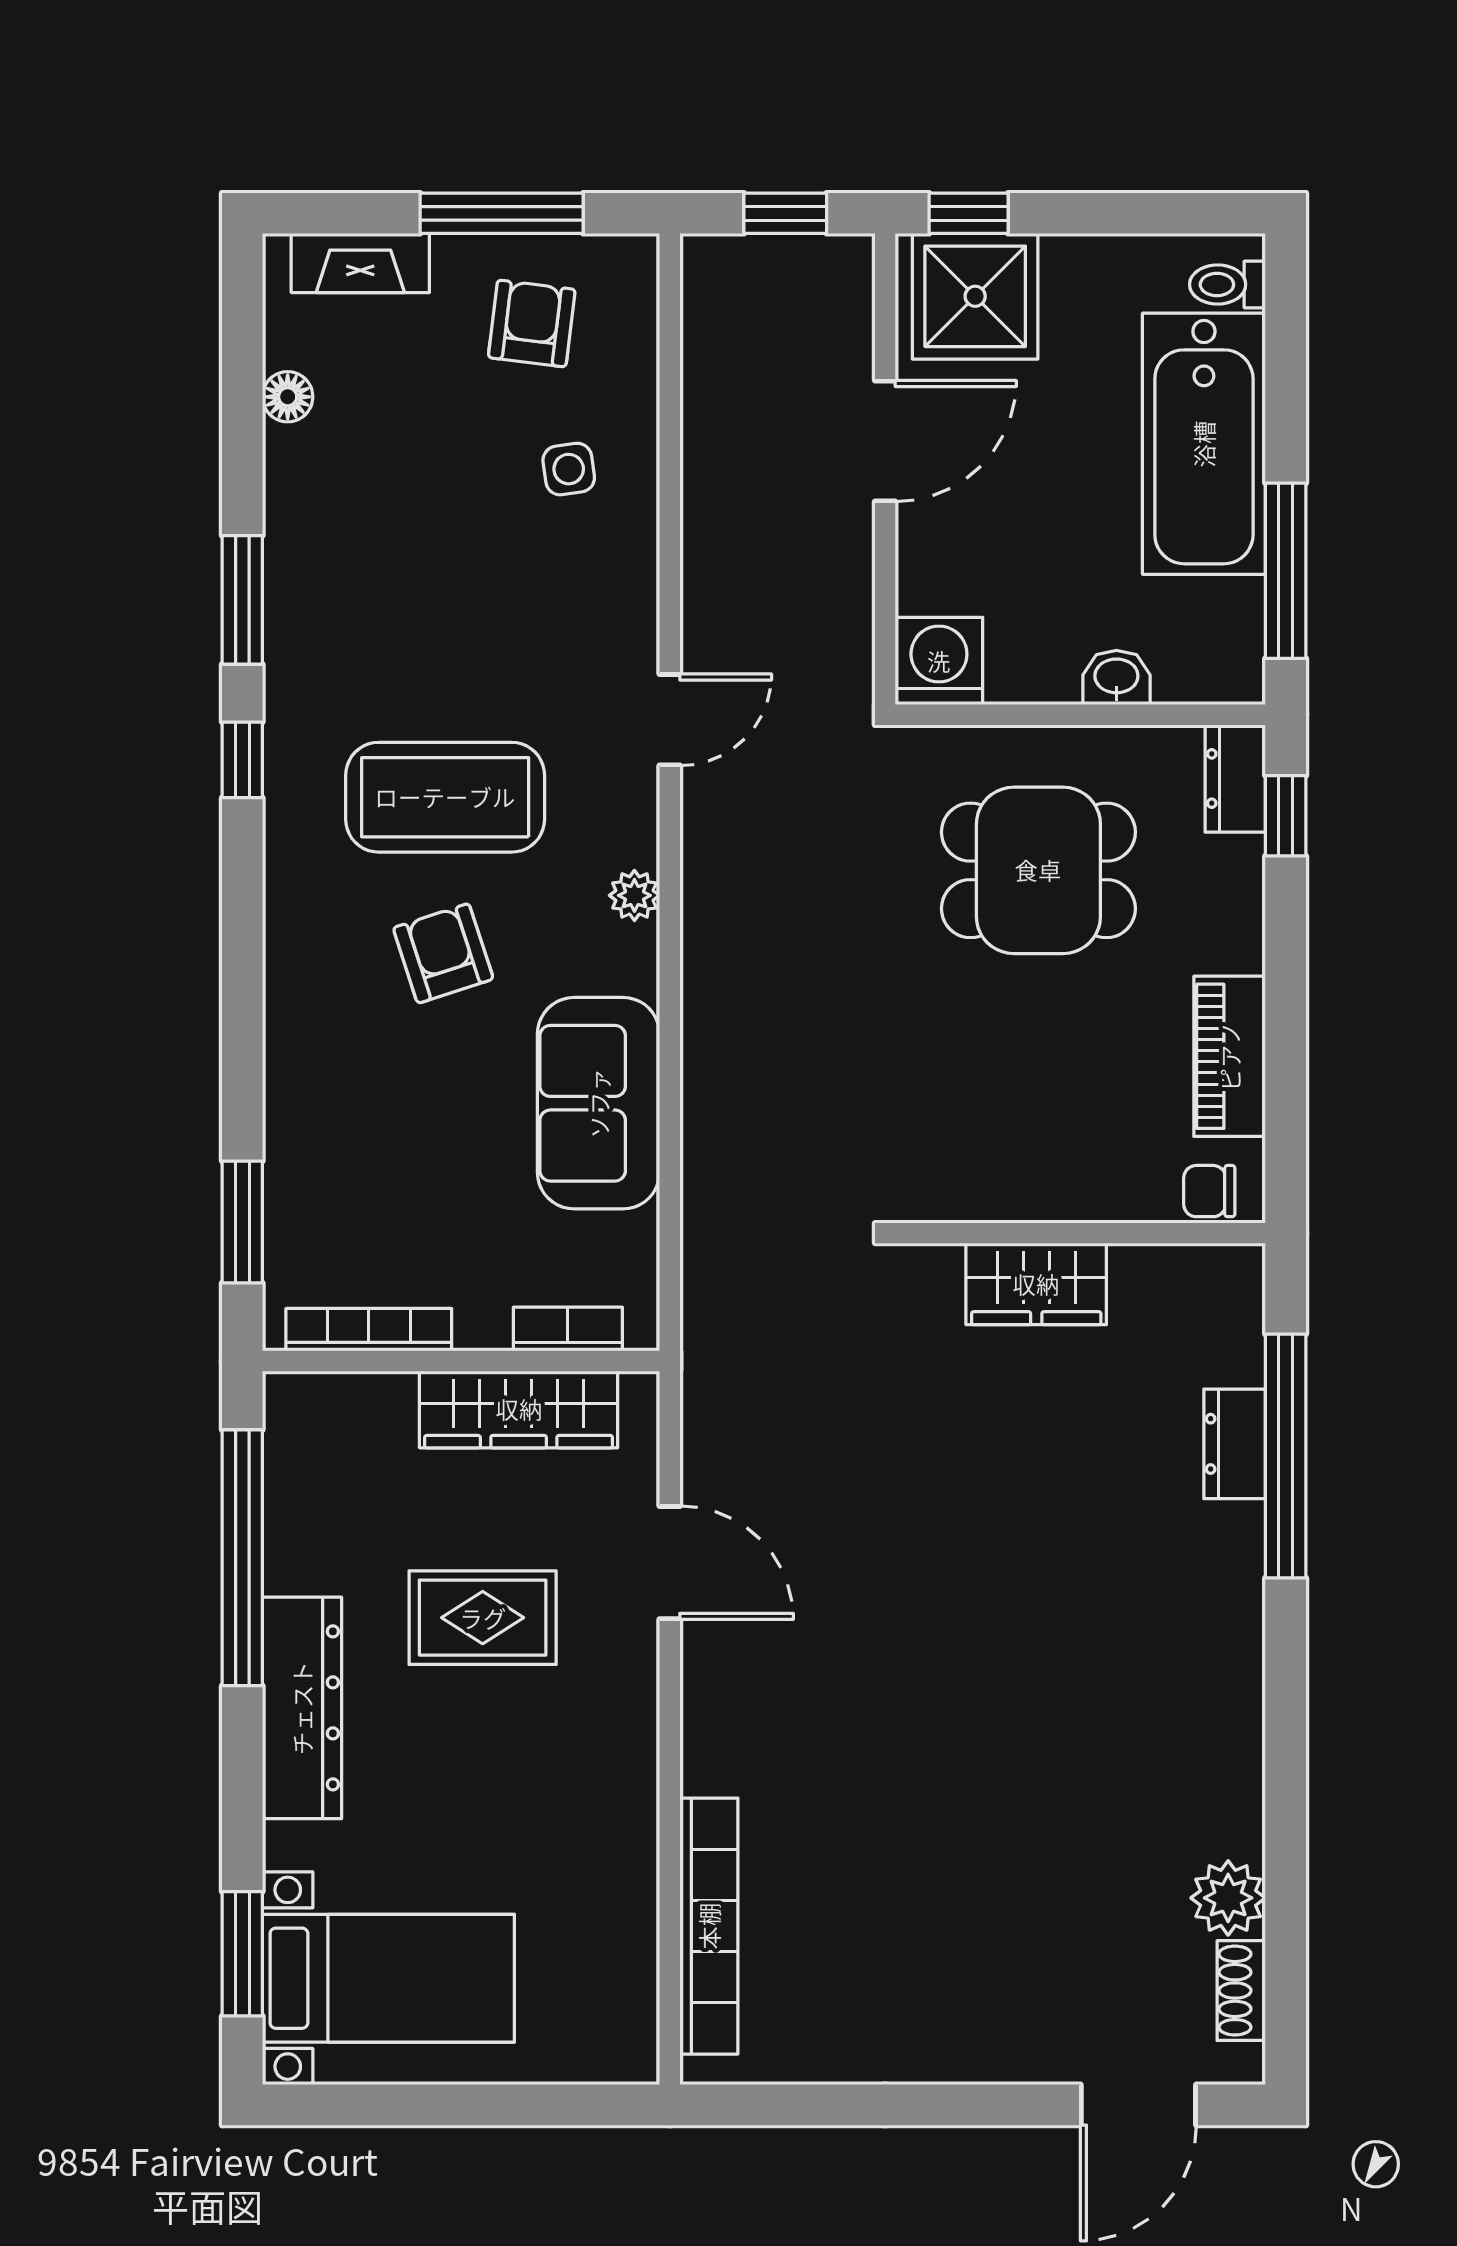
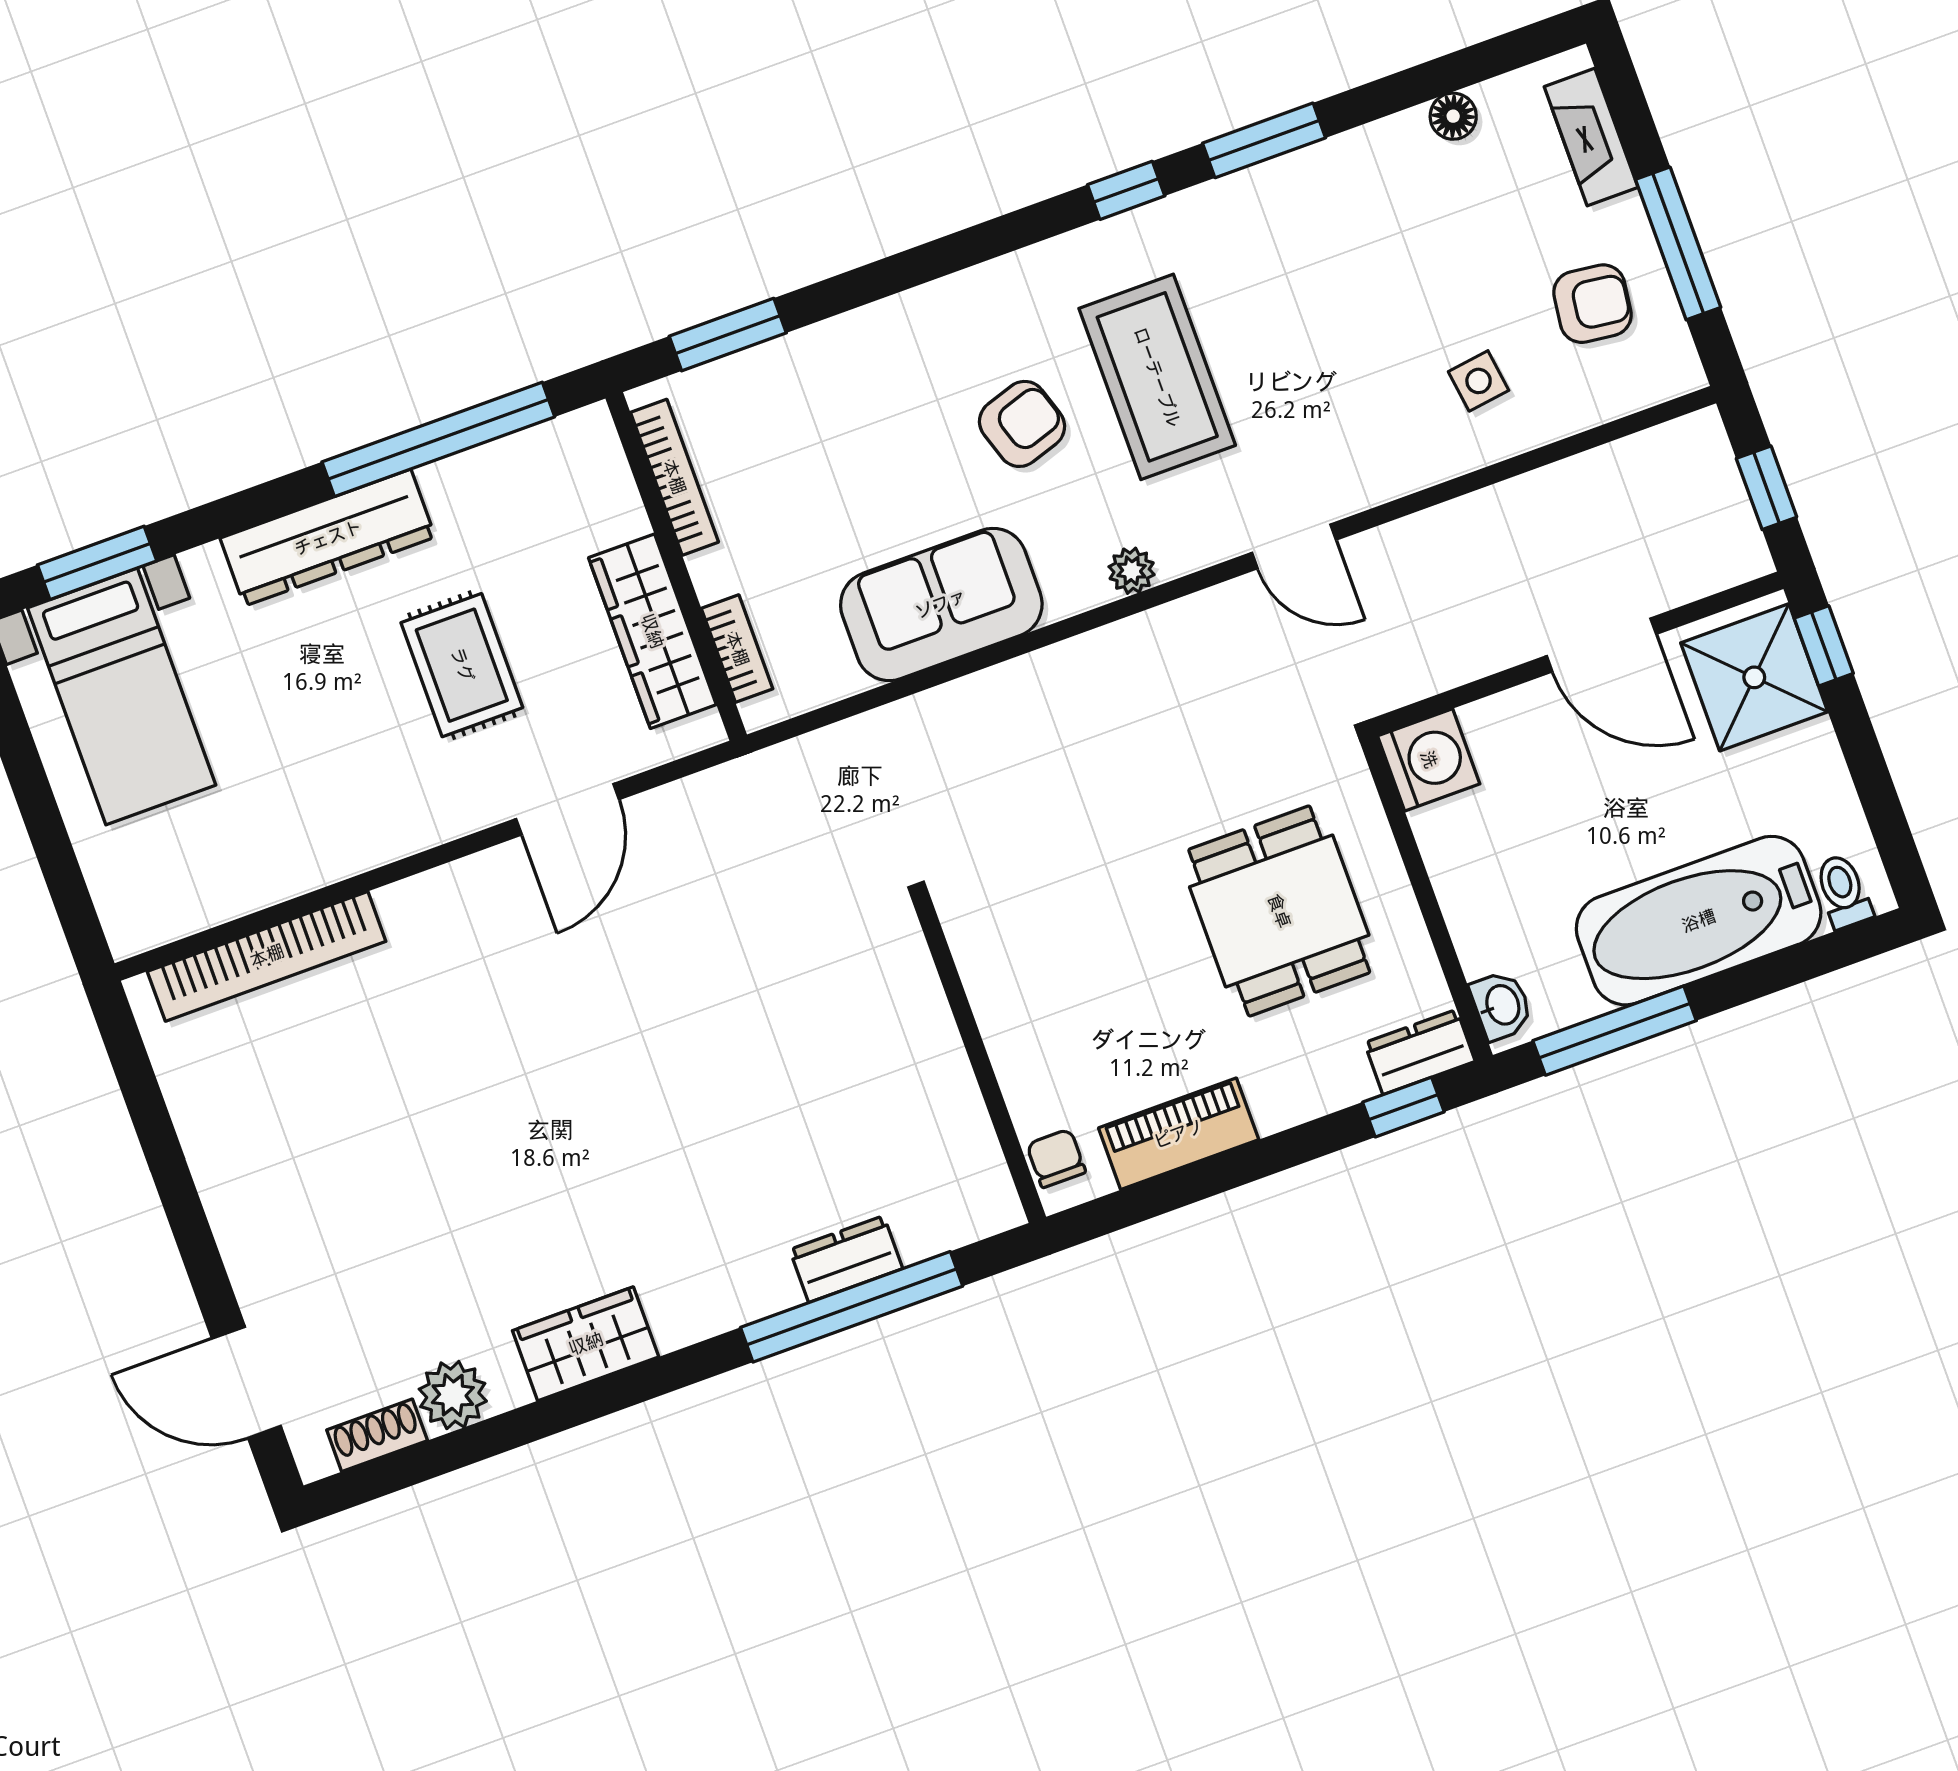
washbasin: (1116, 677) -> (1501, 1005), moved
wardrobe: (1036, 1284) -> (586, 1344), moved, turned 90

